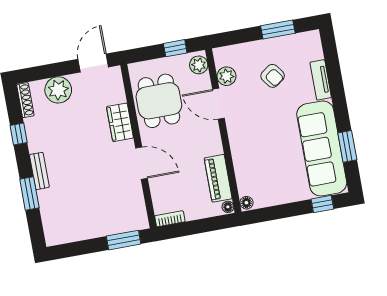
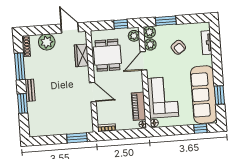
window: (278, 30) -> (166, 21), moved
plant: (223, 56) -> (149, 32), added
door: (93, 63) -> (70, 28), hinge flipped
tv unit: (321, 80) -> (207, 43), moved
door: (218, 104) -> (144, 61), hinge flipped
wardrobe: (120, 122) -> (81, 55), moved
window: (19, 134) -> (20, 66), width x2.17
corner sofa: (256, 160) -> (163, 97), added

